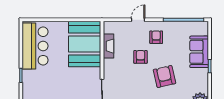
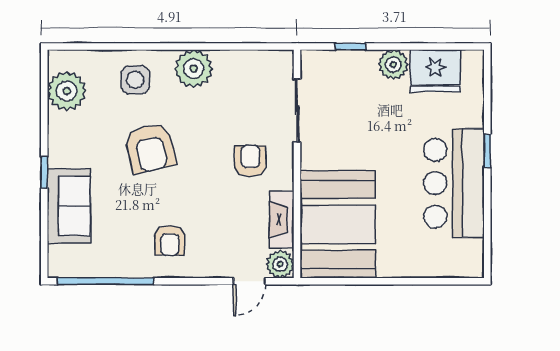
door: (138, 20) -> (249, 281), moved
plant: (109, 27) -> (280, 264), added
bar counter: (35, 46) -> (454, 183), moved
armchair: (140, 57) -> (250, 161), moved, turned 180

